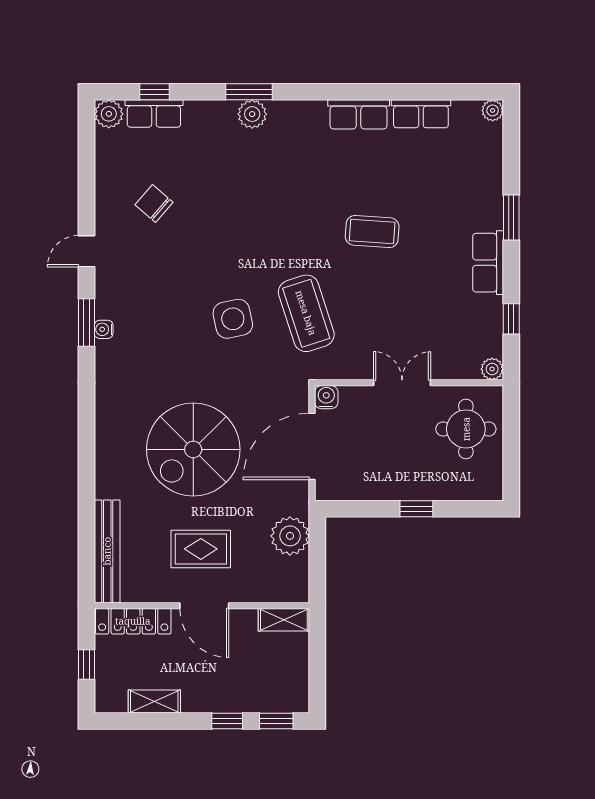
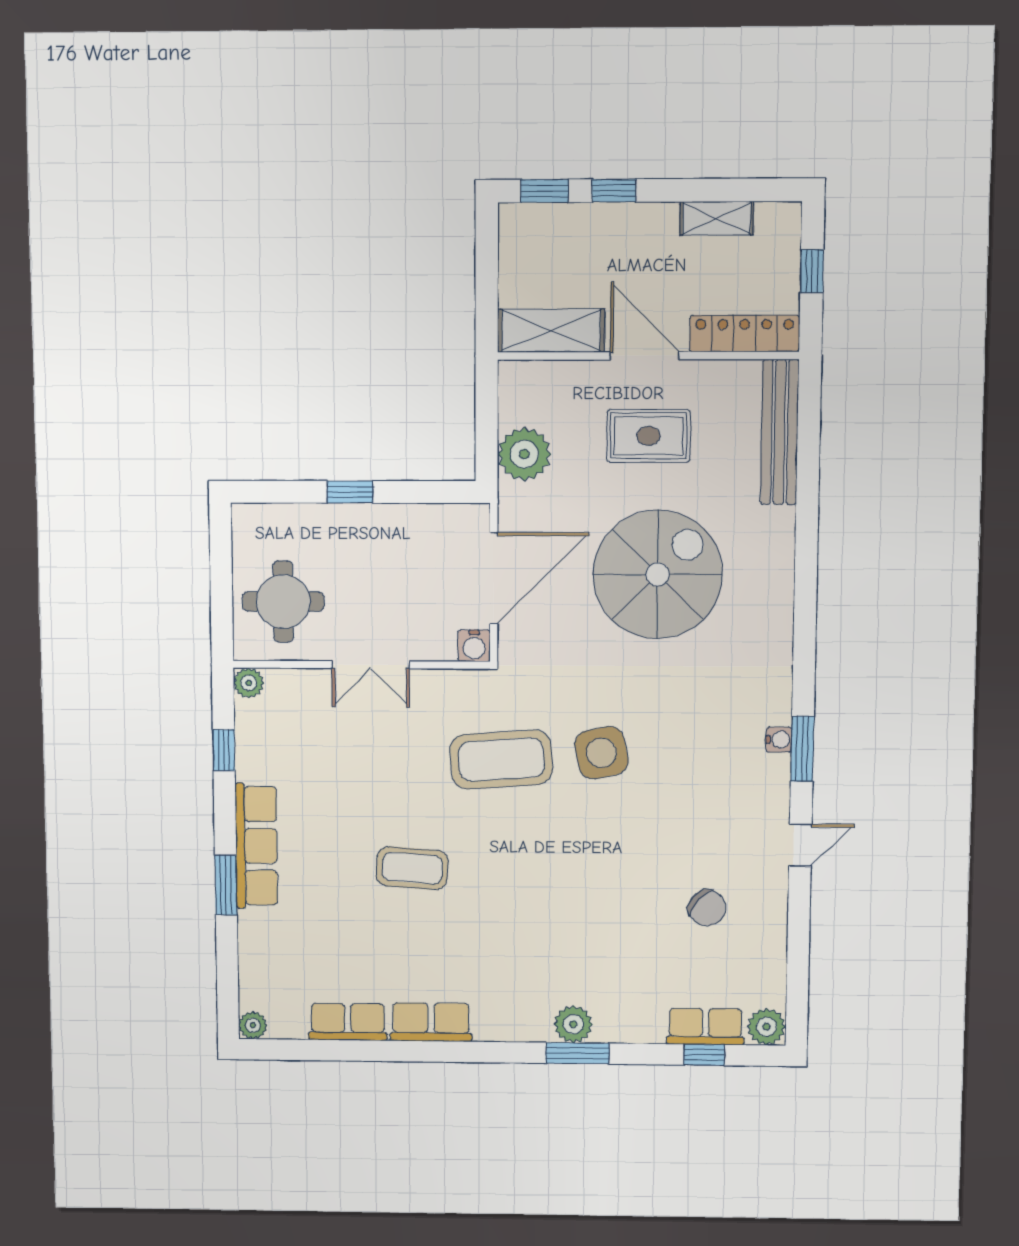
row of seats: (488, 263) -> (256, 846), width x1.48
coffee table: (306, 313) -> (501, 760), turned -76
shelving: (284, 620) -> (551, 331), width x1.50, depth x1.33

